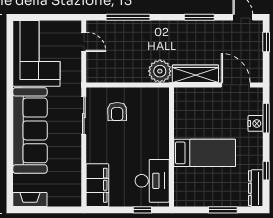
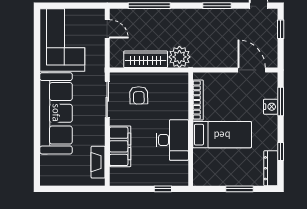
wardrobe: (195, 74) -> (146, 59), moved
bookcase: (179, 116) -> (198, 100), added
desk: (152, 181) -> (172, 140), moved
filing cabinet: (97, 185) -> (120, 146), moved
fireplace: (30, 200) -> (98, 162), moved, turned -90

